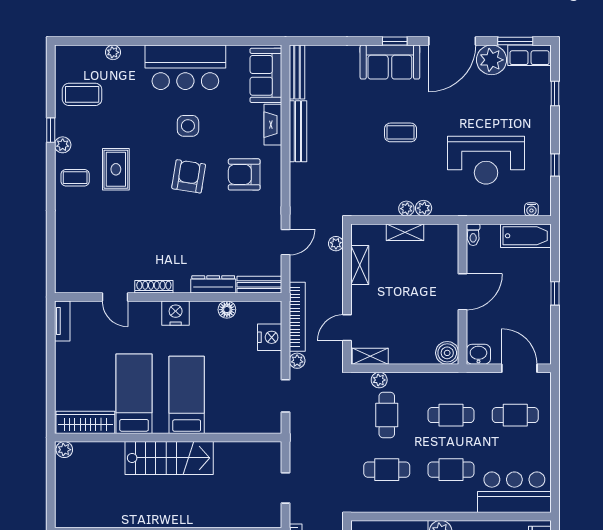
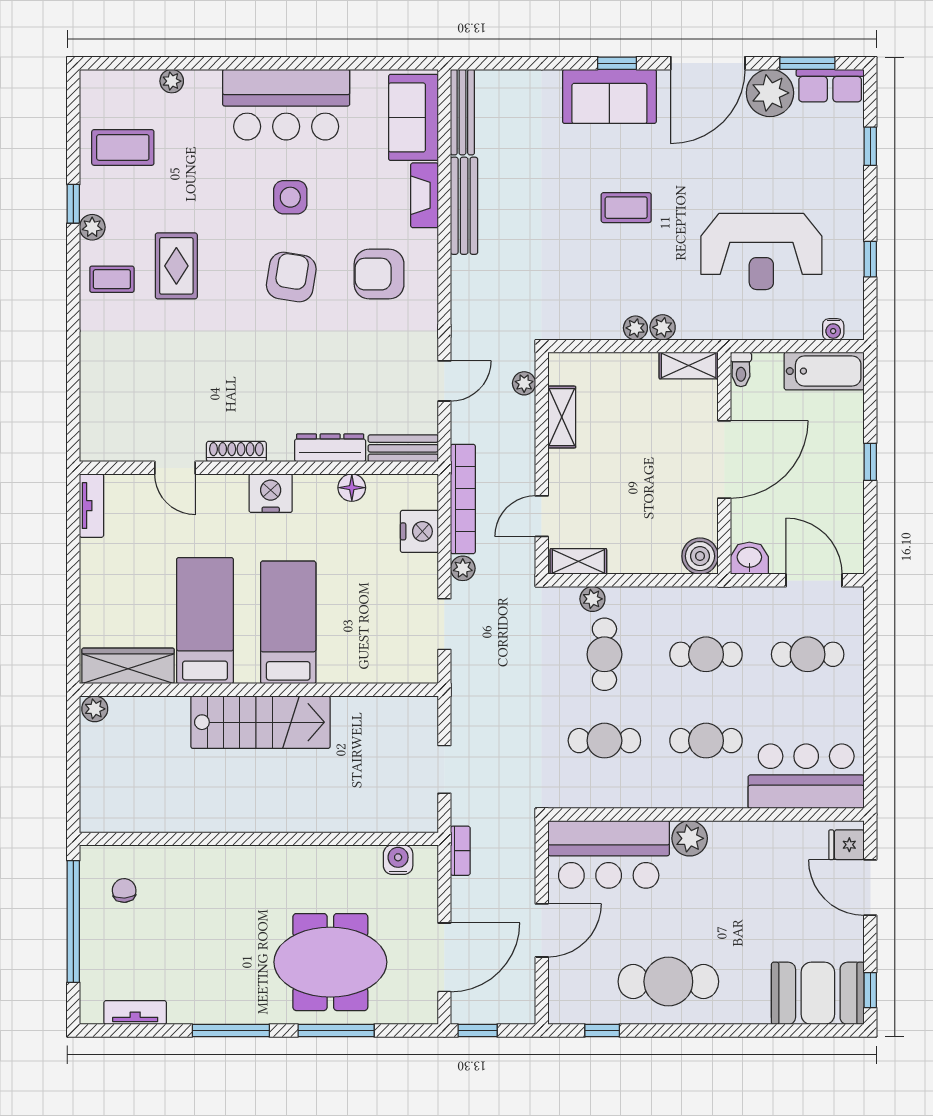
shelving: (405, 232) -> (689, 365), moved
door: (463, 292) -> (724, 459), width x1.36

